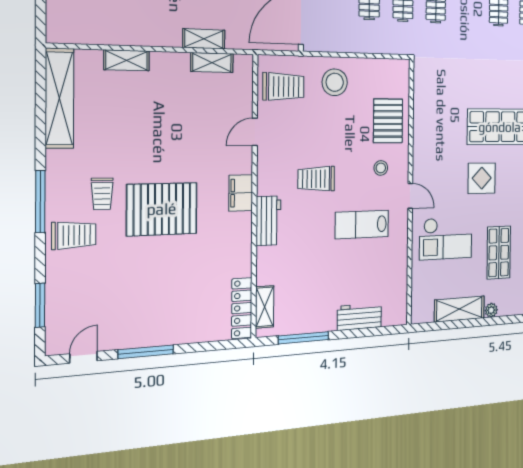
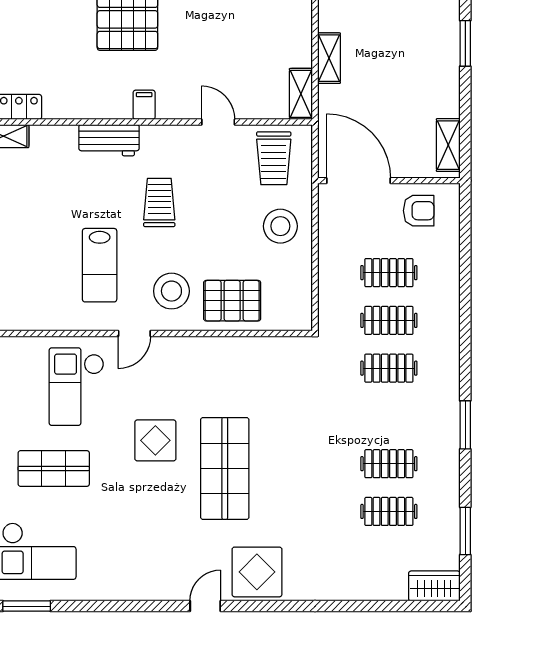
shelving: (212, 63) -> (301, 94), moved
stool: (381, 168) -> (171, 291), width x1.89, depth x1.89
filing cabinet: (241, 193) -> (144, 105), width x0.50
lab bench: (362, 225) -> (100, 265), turned 180

